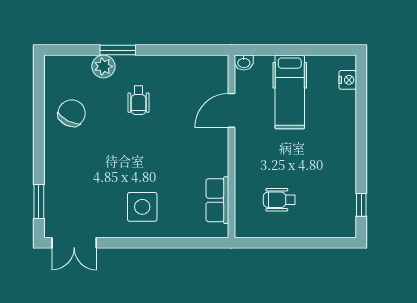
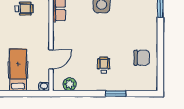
plant: (103, 66) -> (70, 84), moved
chair: (72, 113) -> (142, 58), turned -117

